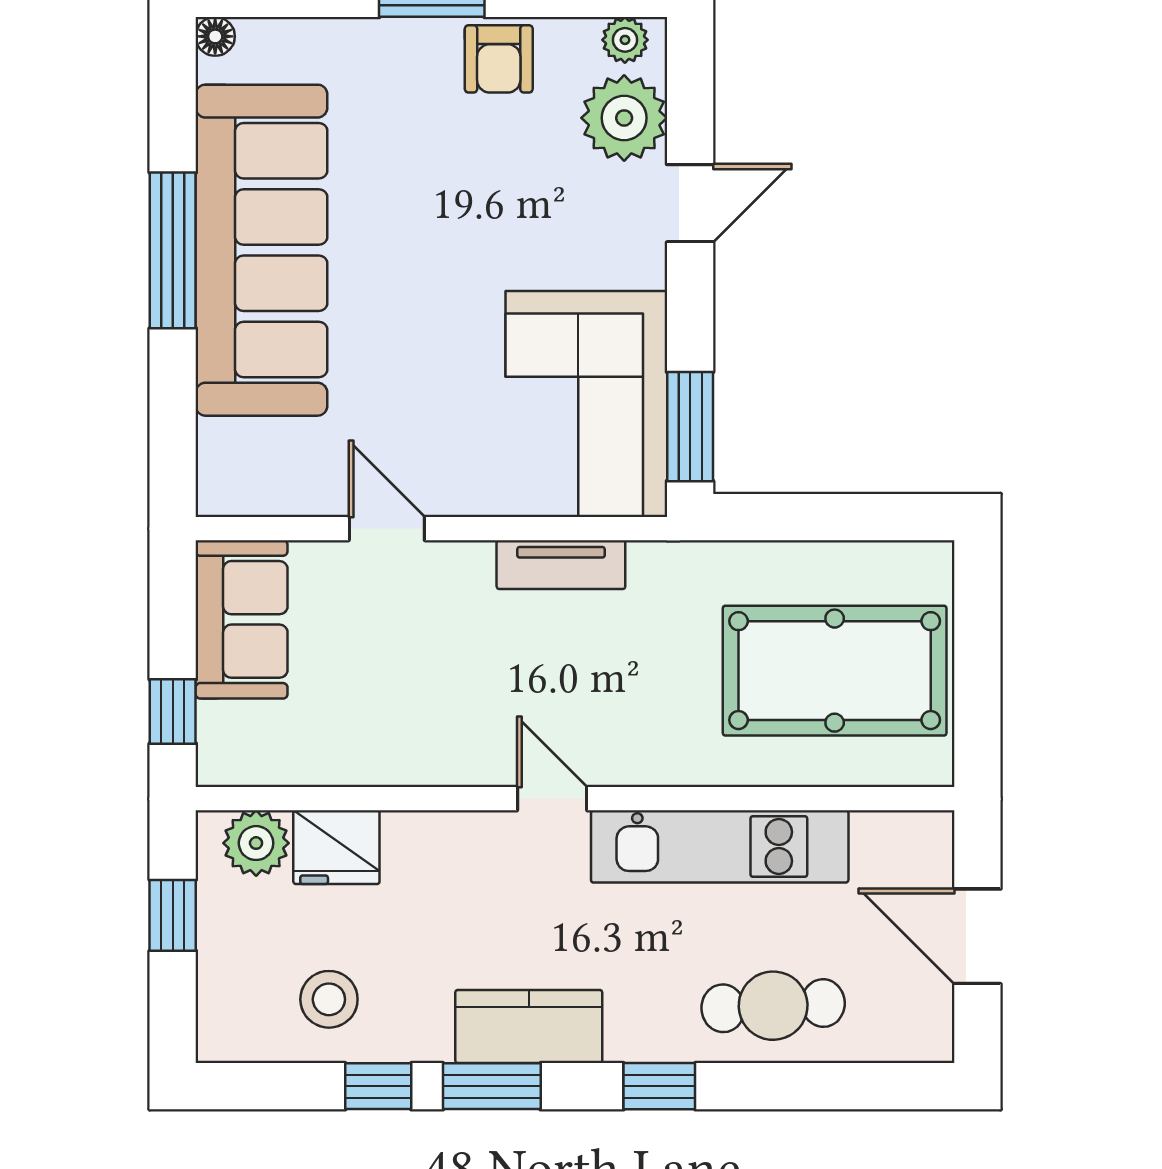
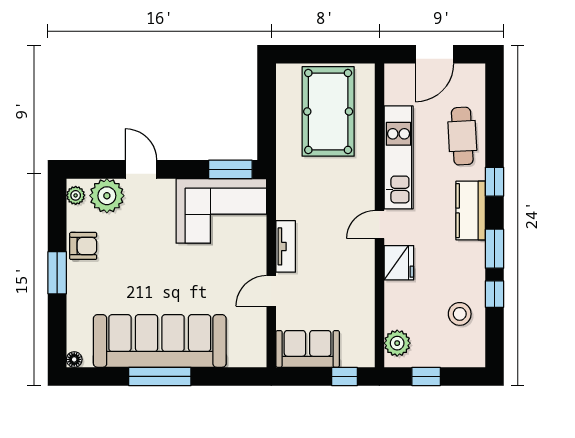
tv unit: (561, 565) -> (286, 246), moved
fridge: (336, 847) -> (399, 263), moved
kitchen counter: (529, 1026) -> (471, 211), moved

